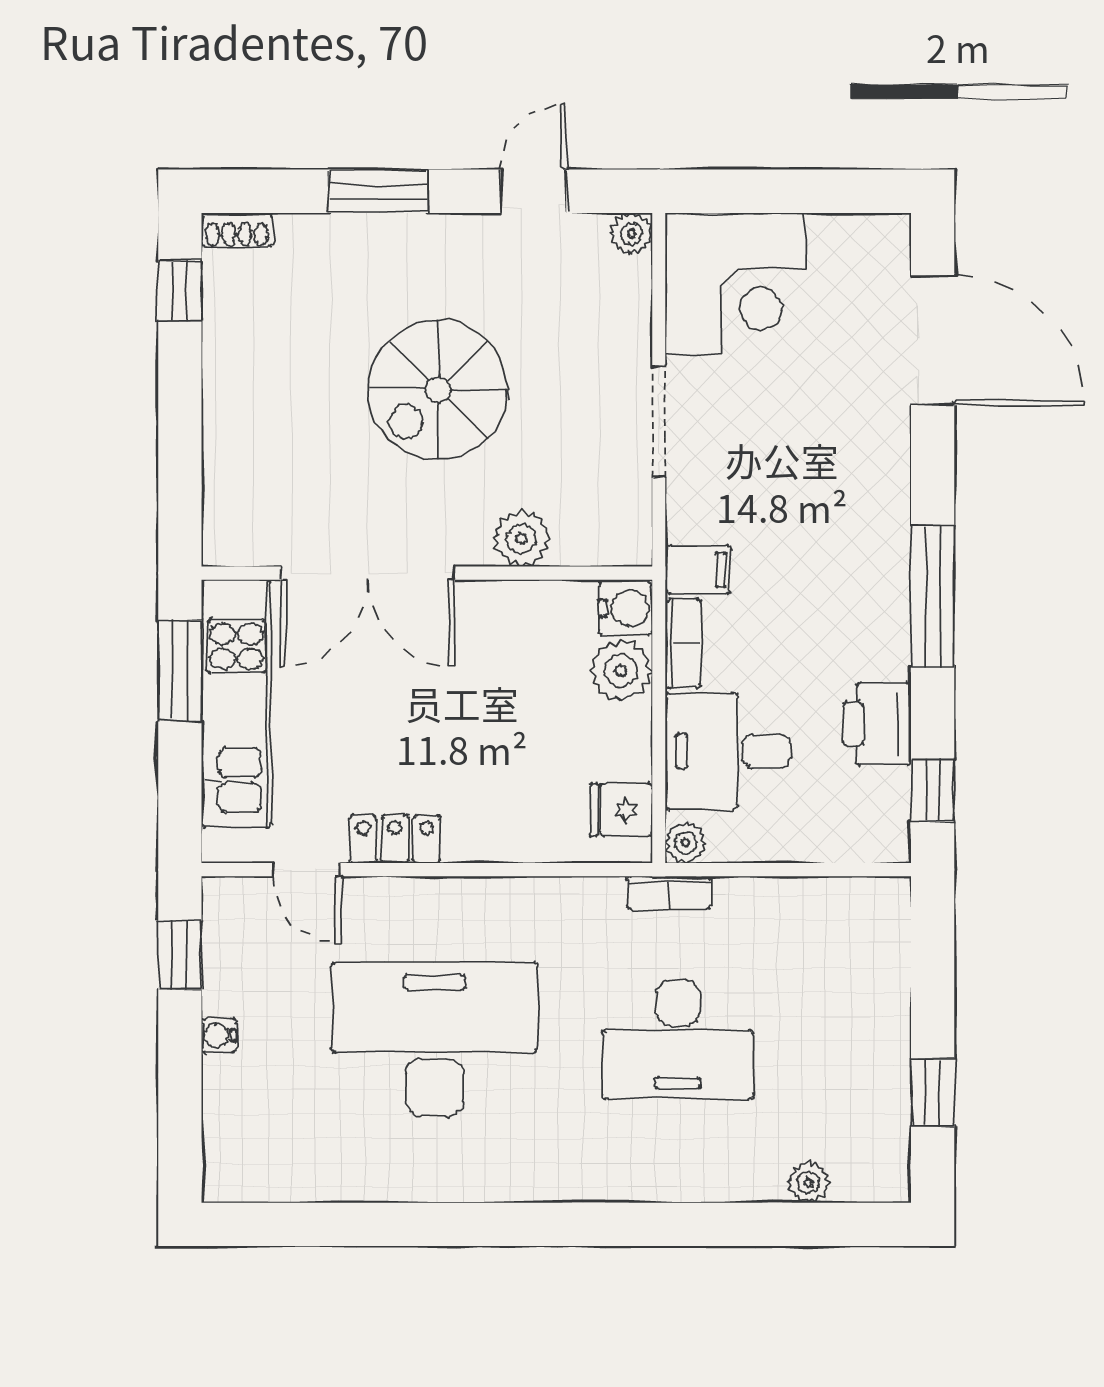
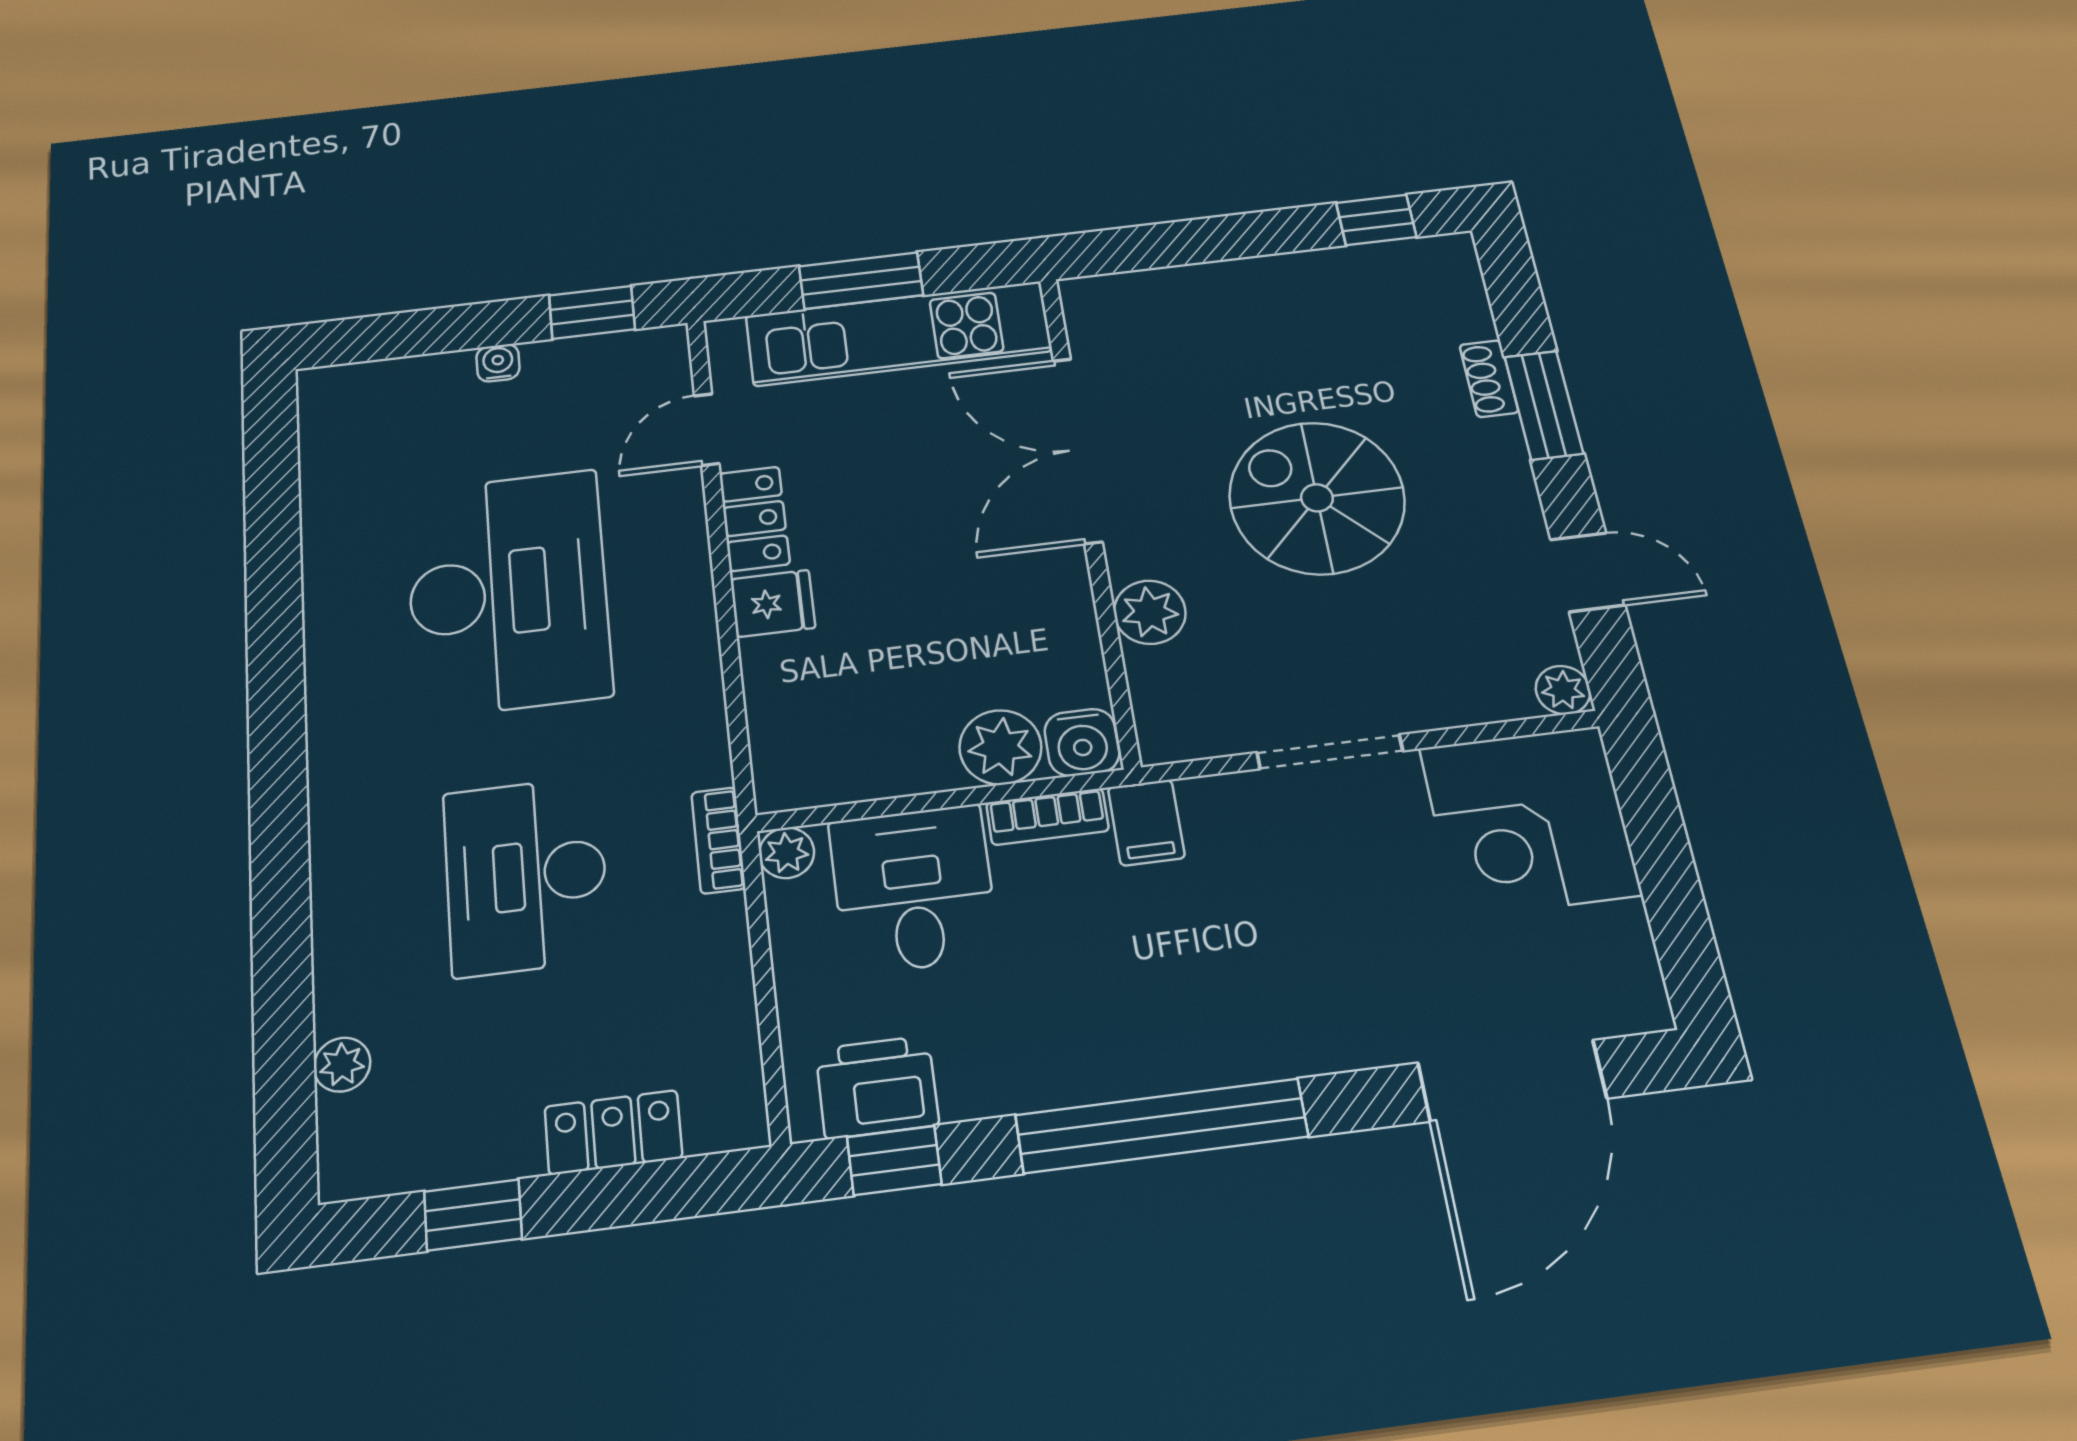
shoe rack: (237, 230) -> (1489, 379), moved
window: (933, 596) -> (1162, 1126), width x1.46
window: (180, 671) -> (861, 281), moved
printer: (877, 724) -> (877, 1087), moved
fridge: (621, 810) -> (773, 603), moved, turned 90
locker: (885, 989) -> (613, 1132), added

